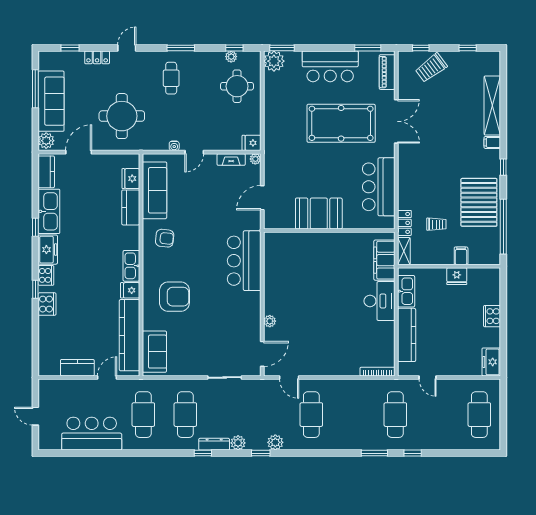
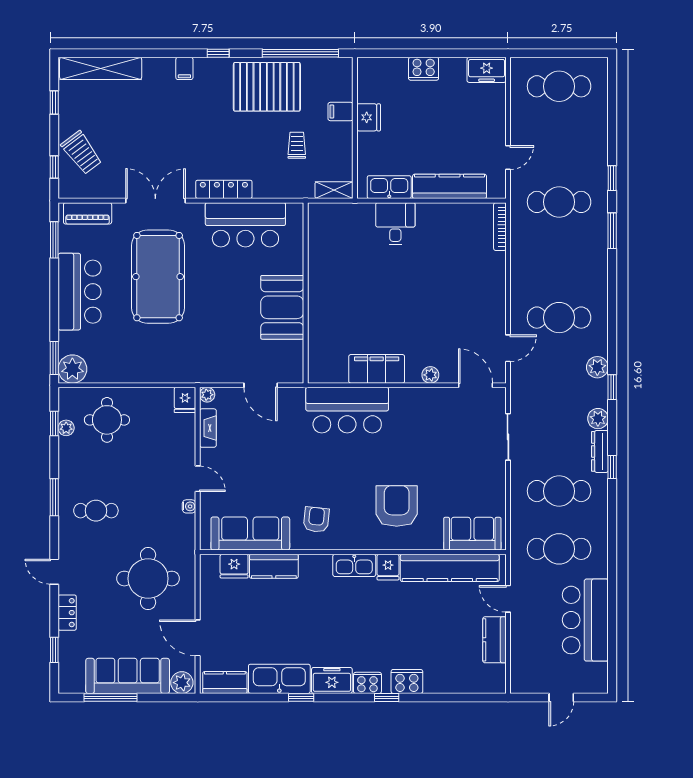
shelving: (492, 105) -> (101, 68), moved
locker: (404, 223) -> (224, 189), moved, width x1.53
filing cabinet: (384, 260) -> (377, 369), moved, turned 180
desk: (380, 301) -> (395, 224), width x0.73

